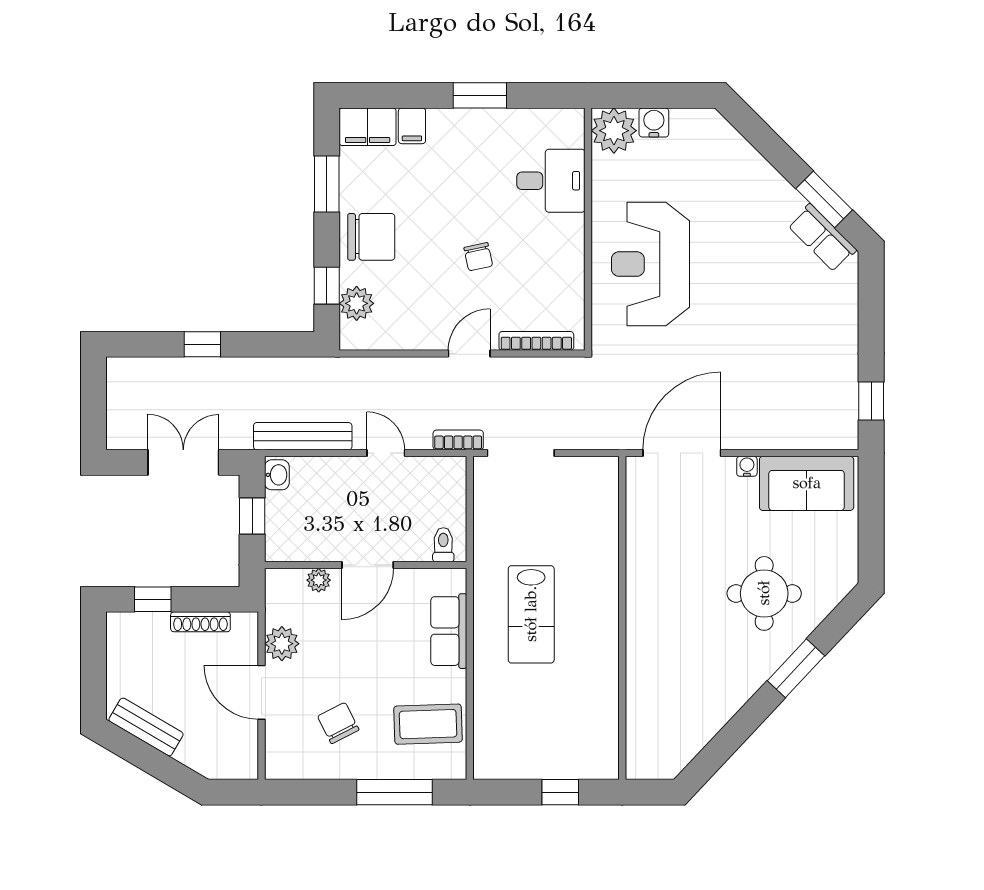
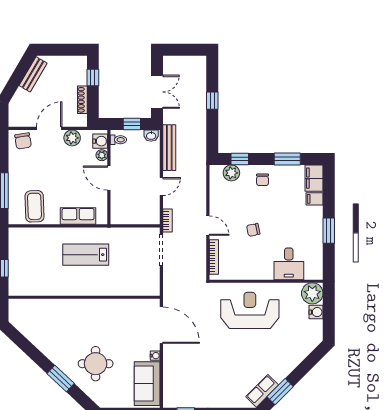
chair: (371, 237) -> (263, 180), width x0.54, depth x0.54
toilet: (443, 545) -> (118, 140), moved
water cooler: (289, 584) -> (100, 141), added
chair: (338, 723) -> (23, 141), moved, turned 108

